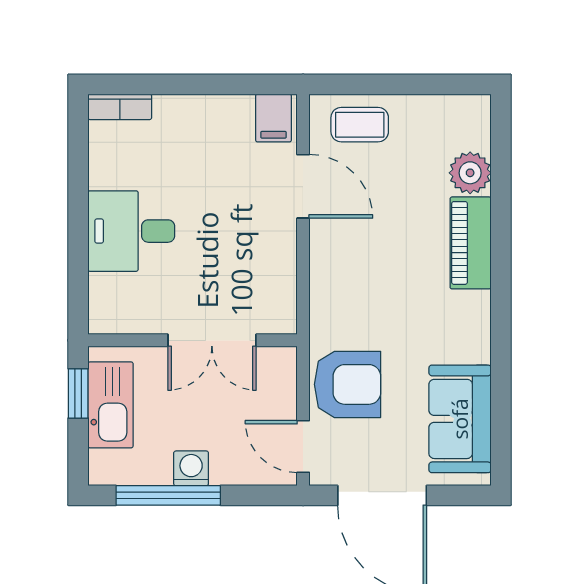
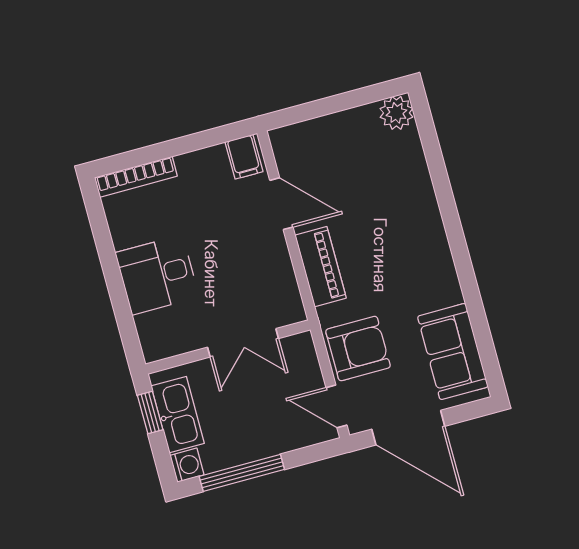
bookcase: (120, 107) -> (136, 177), width x1.56
coffee table: (360, 125) -> (312, 144), removed
plant: (470, 173) -> (396, 113), moved
piano: (471, 243) -> (321, 267), moved, turned 180
washing machine: (191, 468) -> (187, 465), moved, turned 90

